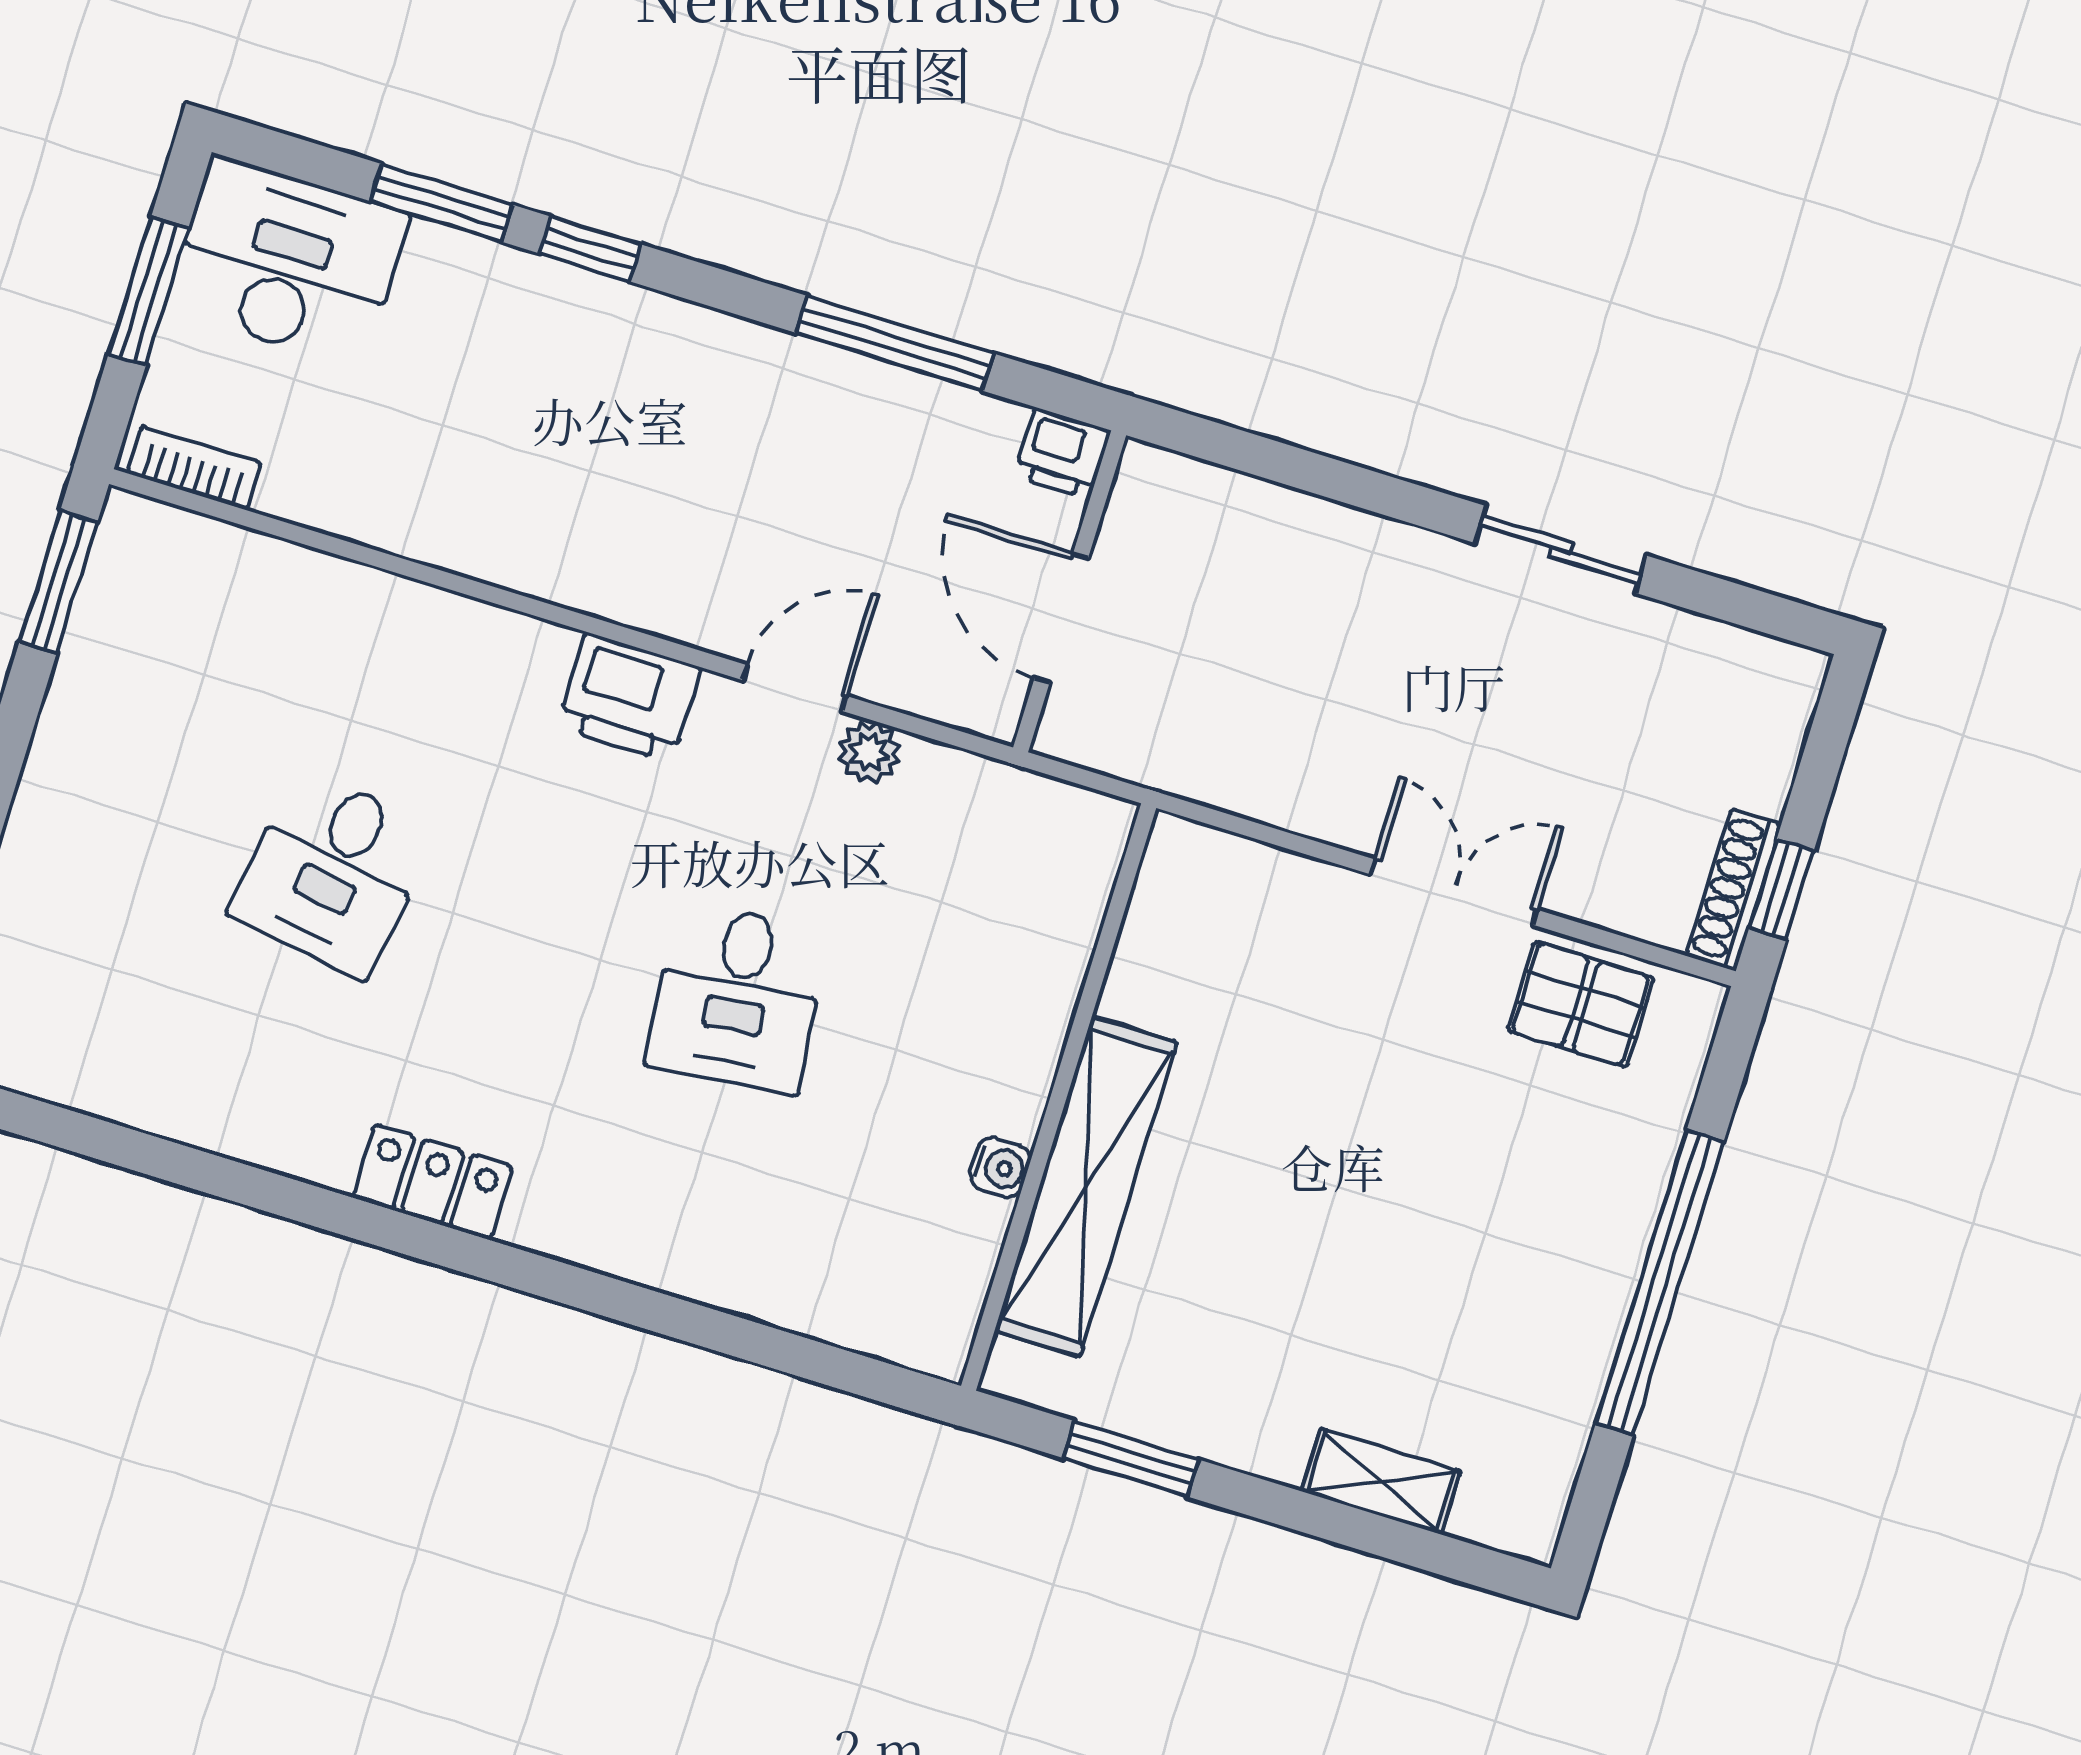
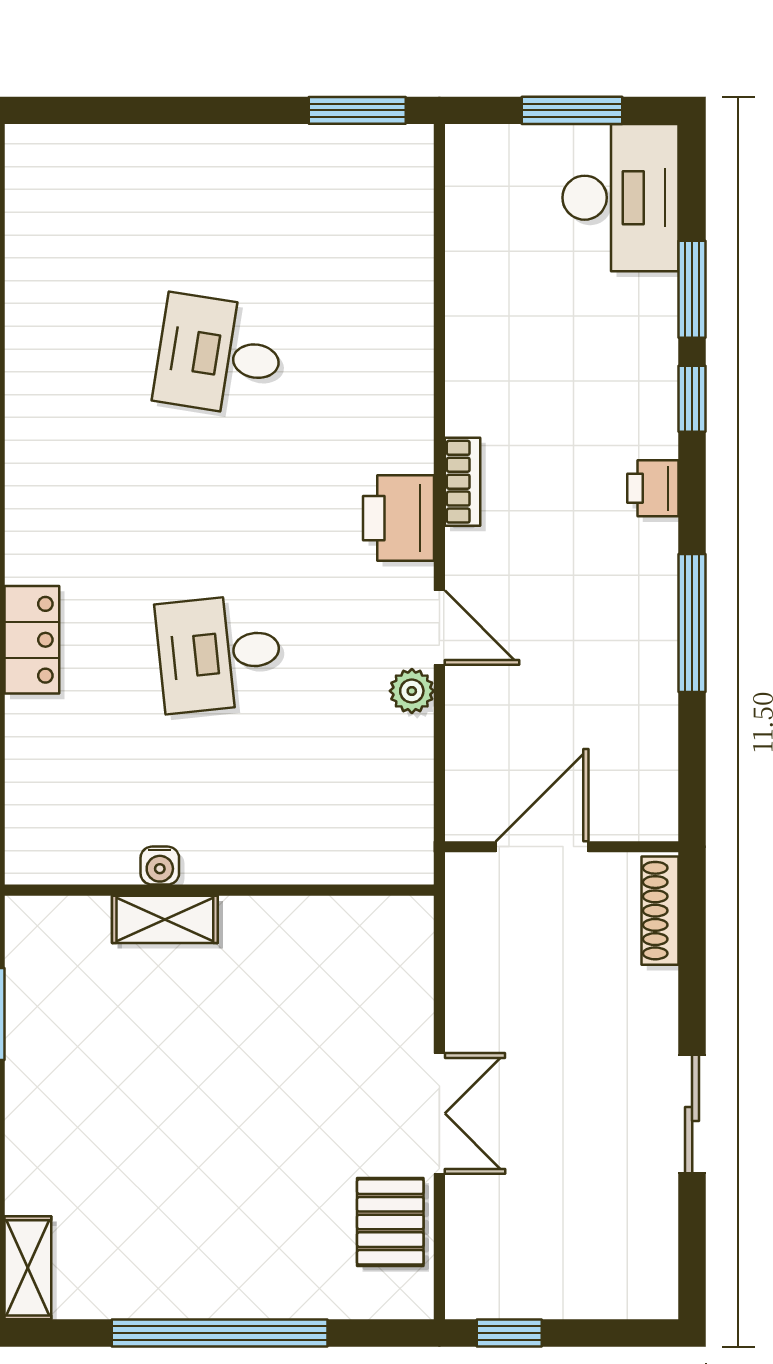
printer: (1062, 453) -> (653, 488), moved
bookcase: (194, 468) -> (462, 482), moved
wall: (1070, 591) -> (562, 847), moved
door: (1061, 618) -> (542, 847), moved
shoe rack: (1734, 890) -> (660, 911), moved, turned -90
locker: (433, 1182) -> (32, 640), moved
shelving: (1086, 1186) -> (165, 919), width x0.45, depth x0.75
shelving: (1381, 1481) -> (28, 1268), moved

